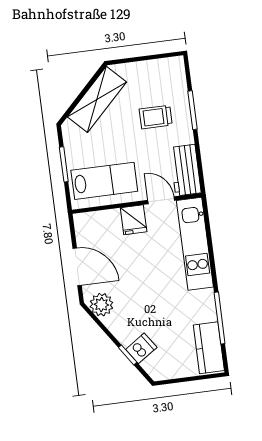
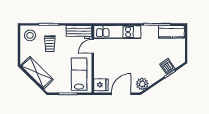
stool: (167, 77) -> (30, 35), added
fridge: (134, 220) -> (101, 85), moved

